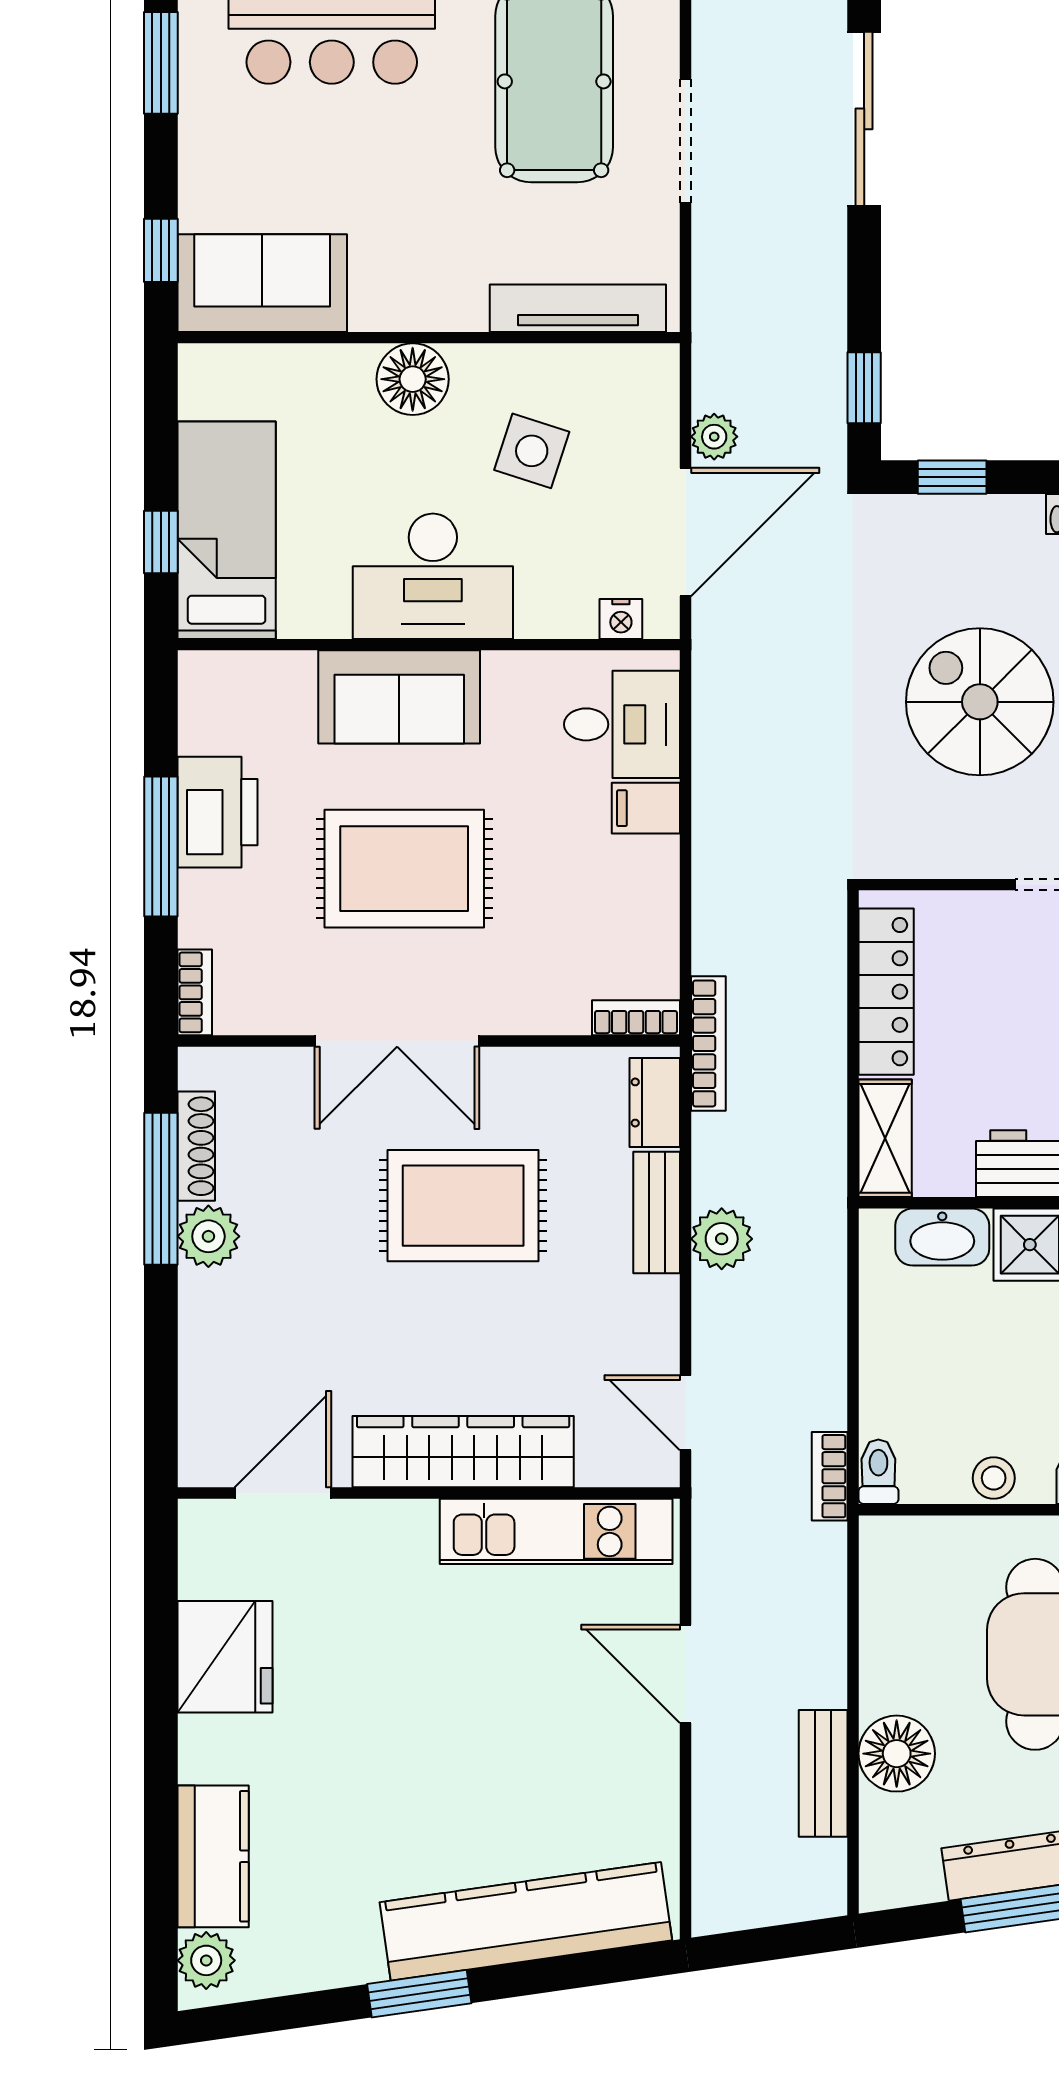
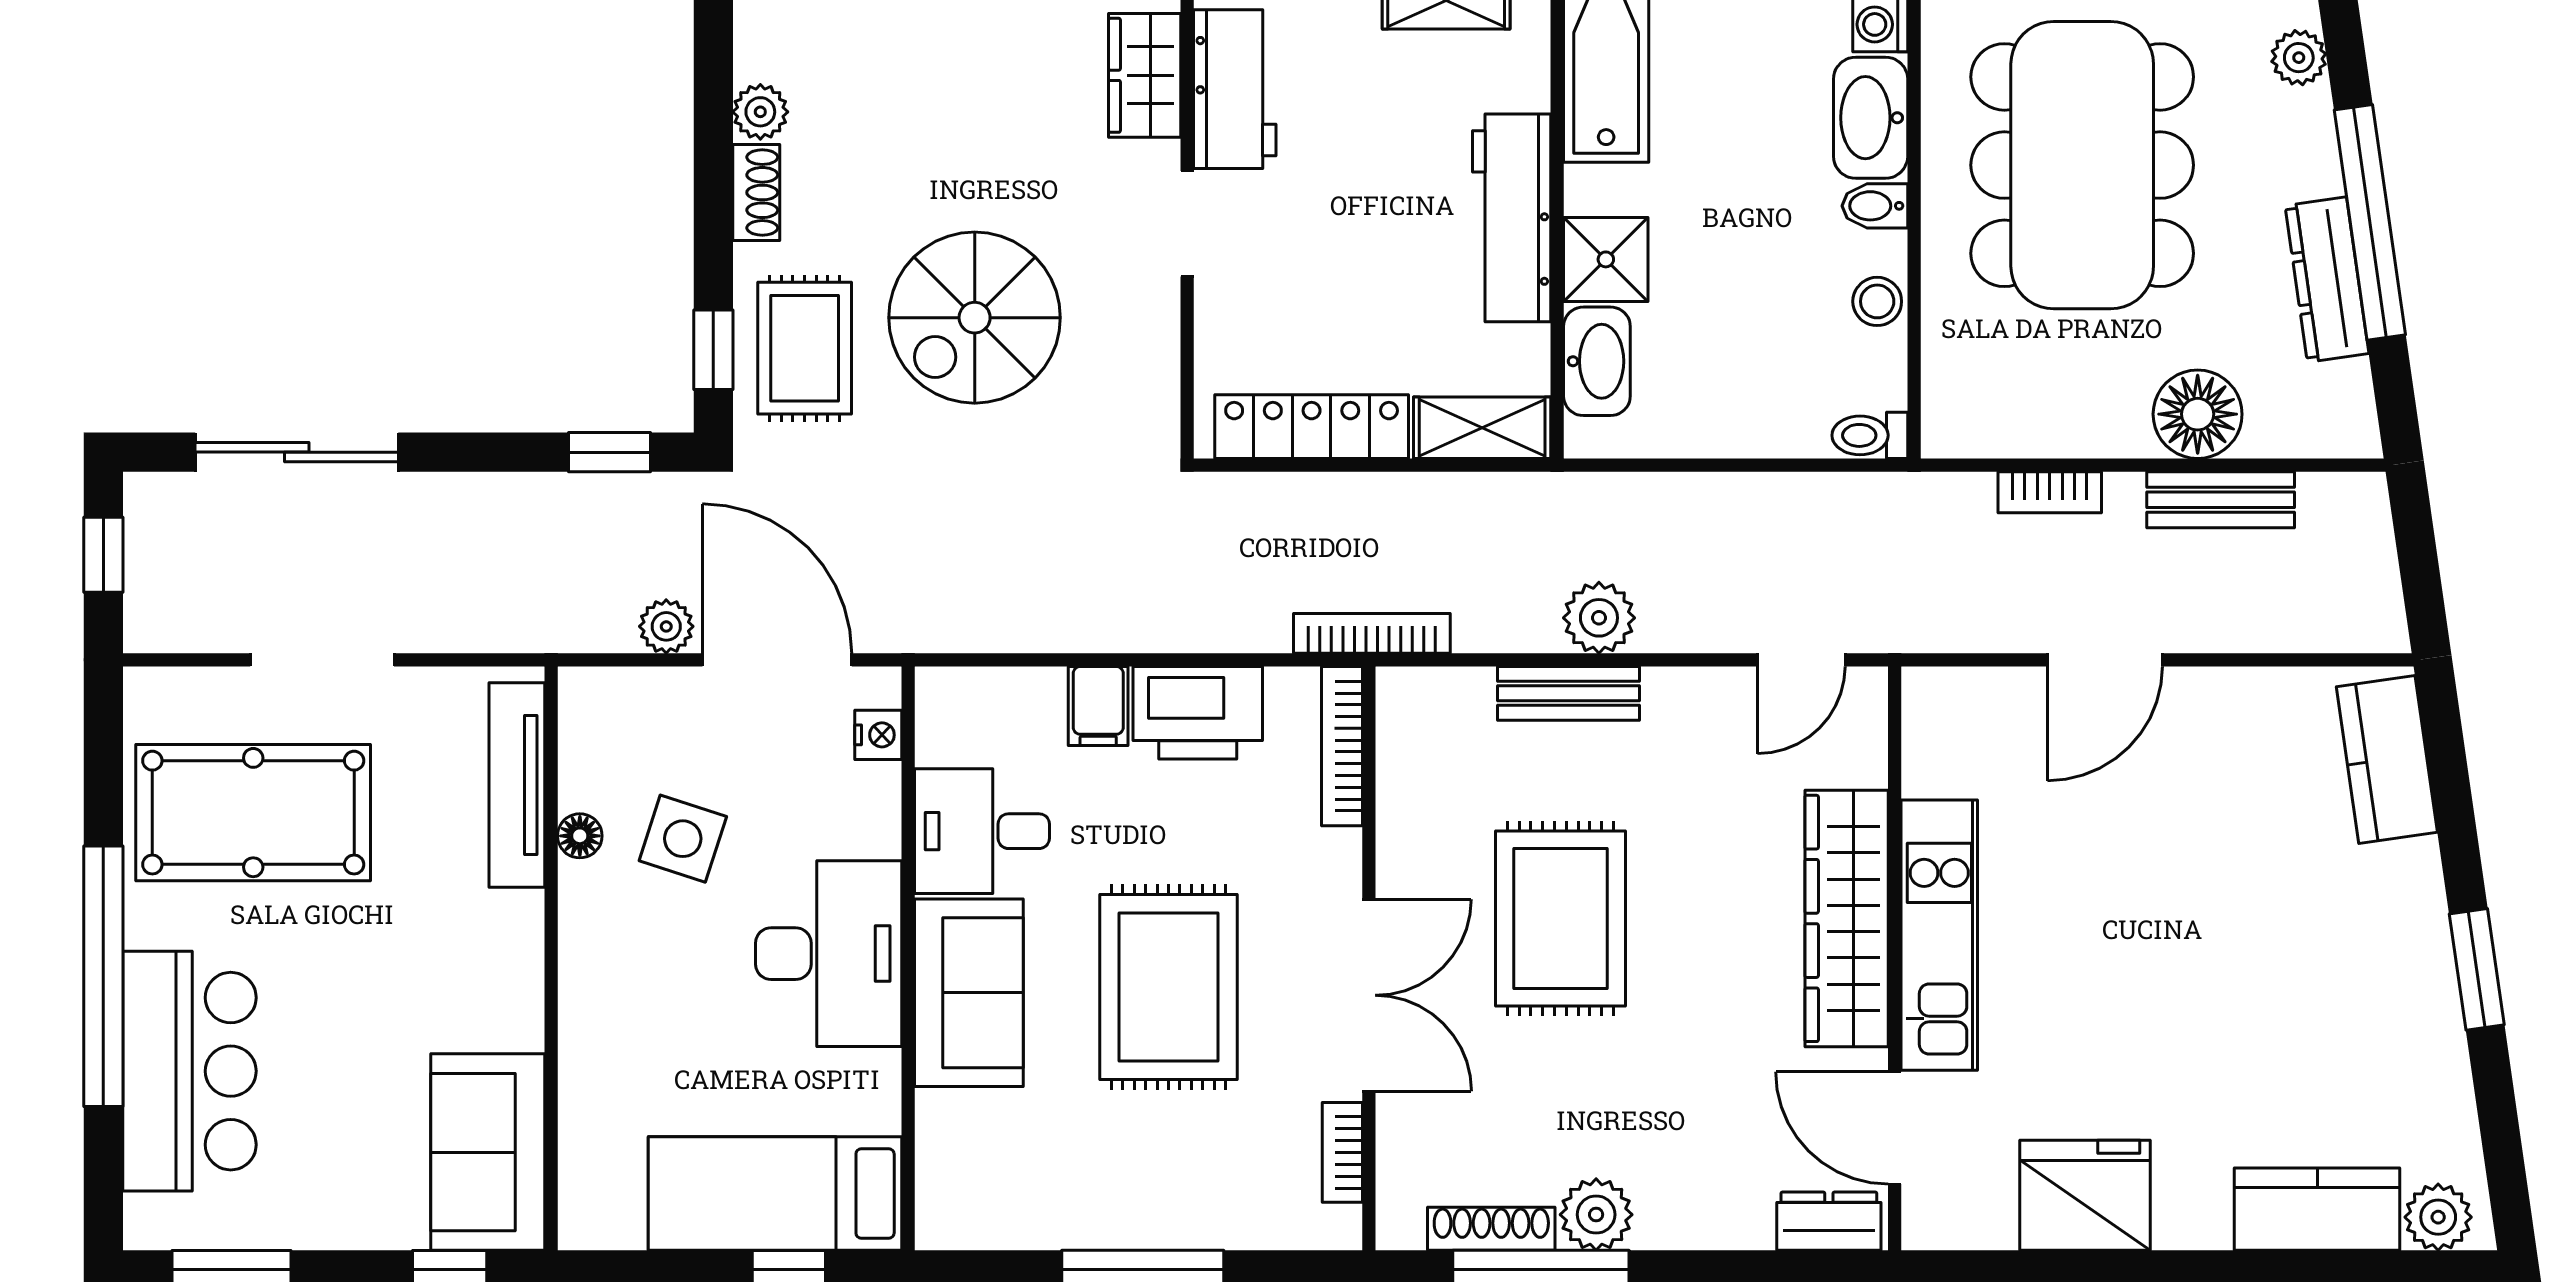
floor lamp: (413, 379) -> (580, 836), moved, width x0.53, depth x0.53
rug: (954, 556) -> (805, 348), added
desk: (622, 724) -> (982, 831), moved, turned -90
printer: (218, 812) -> (1198, 713), moved, turned 180
bookcase: (195, 992) -> (1342, 1152), moved, turned -90
bookcase: (636, 1018) -> (1342, 746), width x1.56
dresser: (655, 1103) -> (1829, 1221), moved, turned 180
bookcase: (830, 1476) -> (2050, 492), moved
kitchen unit: (556, 1531) -> (1939, 935), moved
kitchen counter: (526, 1921) -> (2387, 759), width x0.48, depth x0.86

